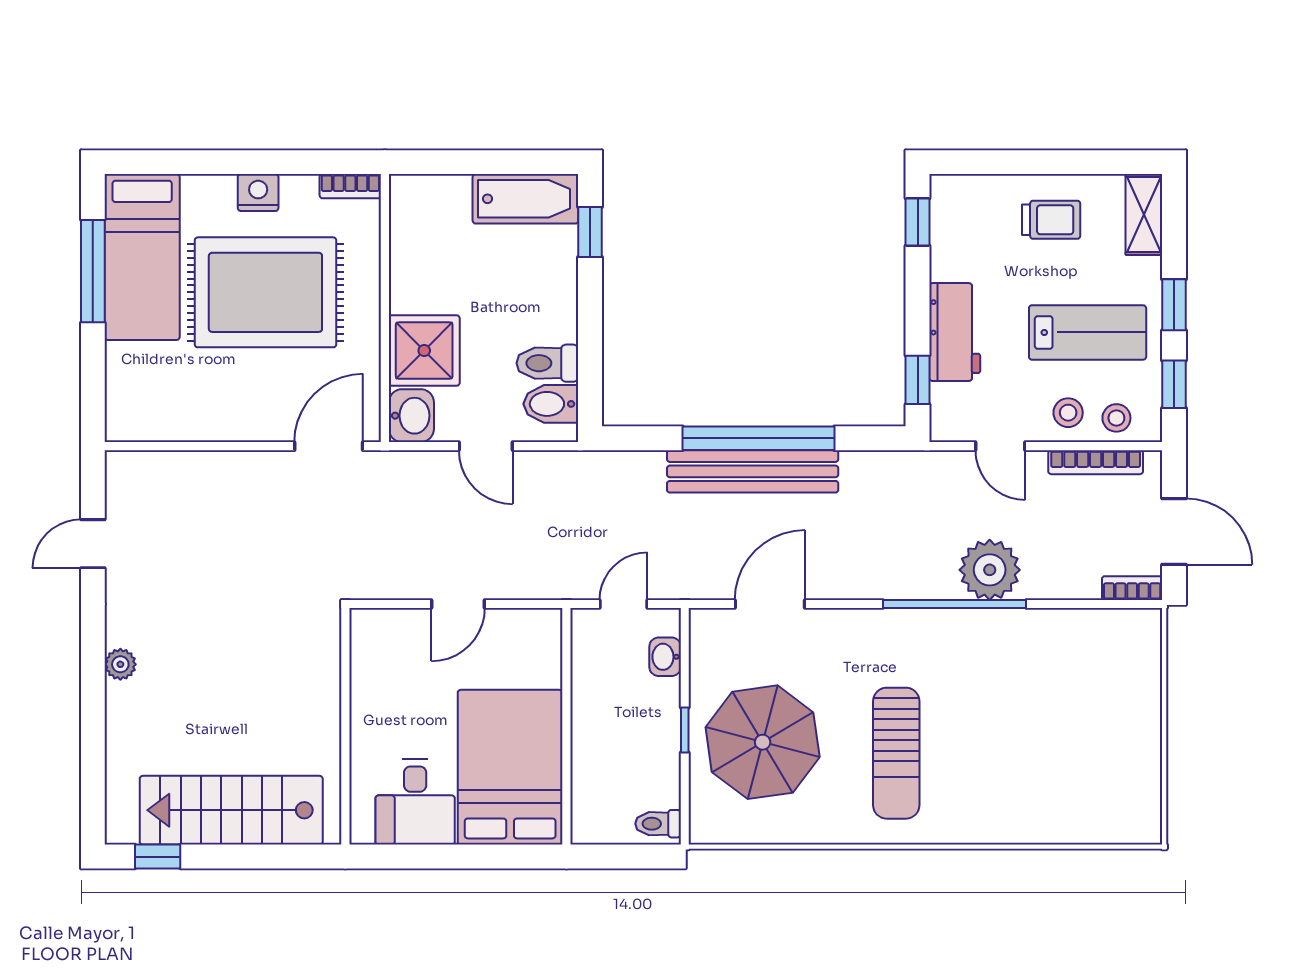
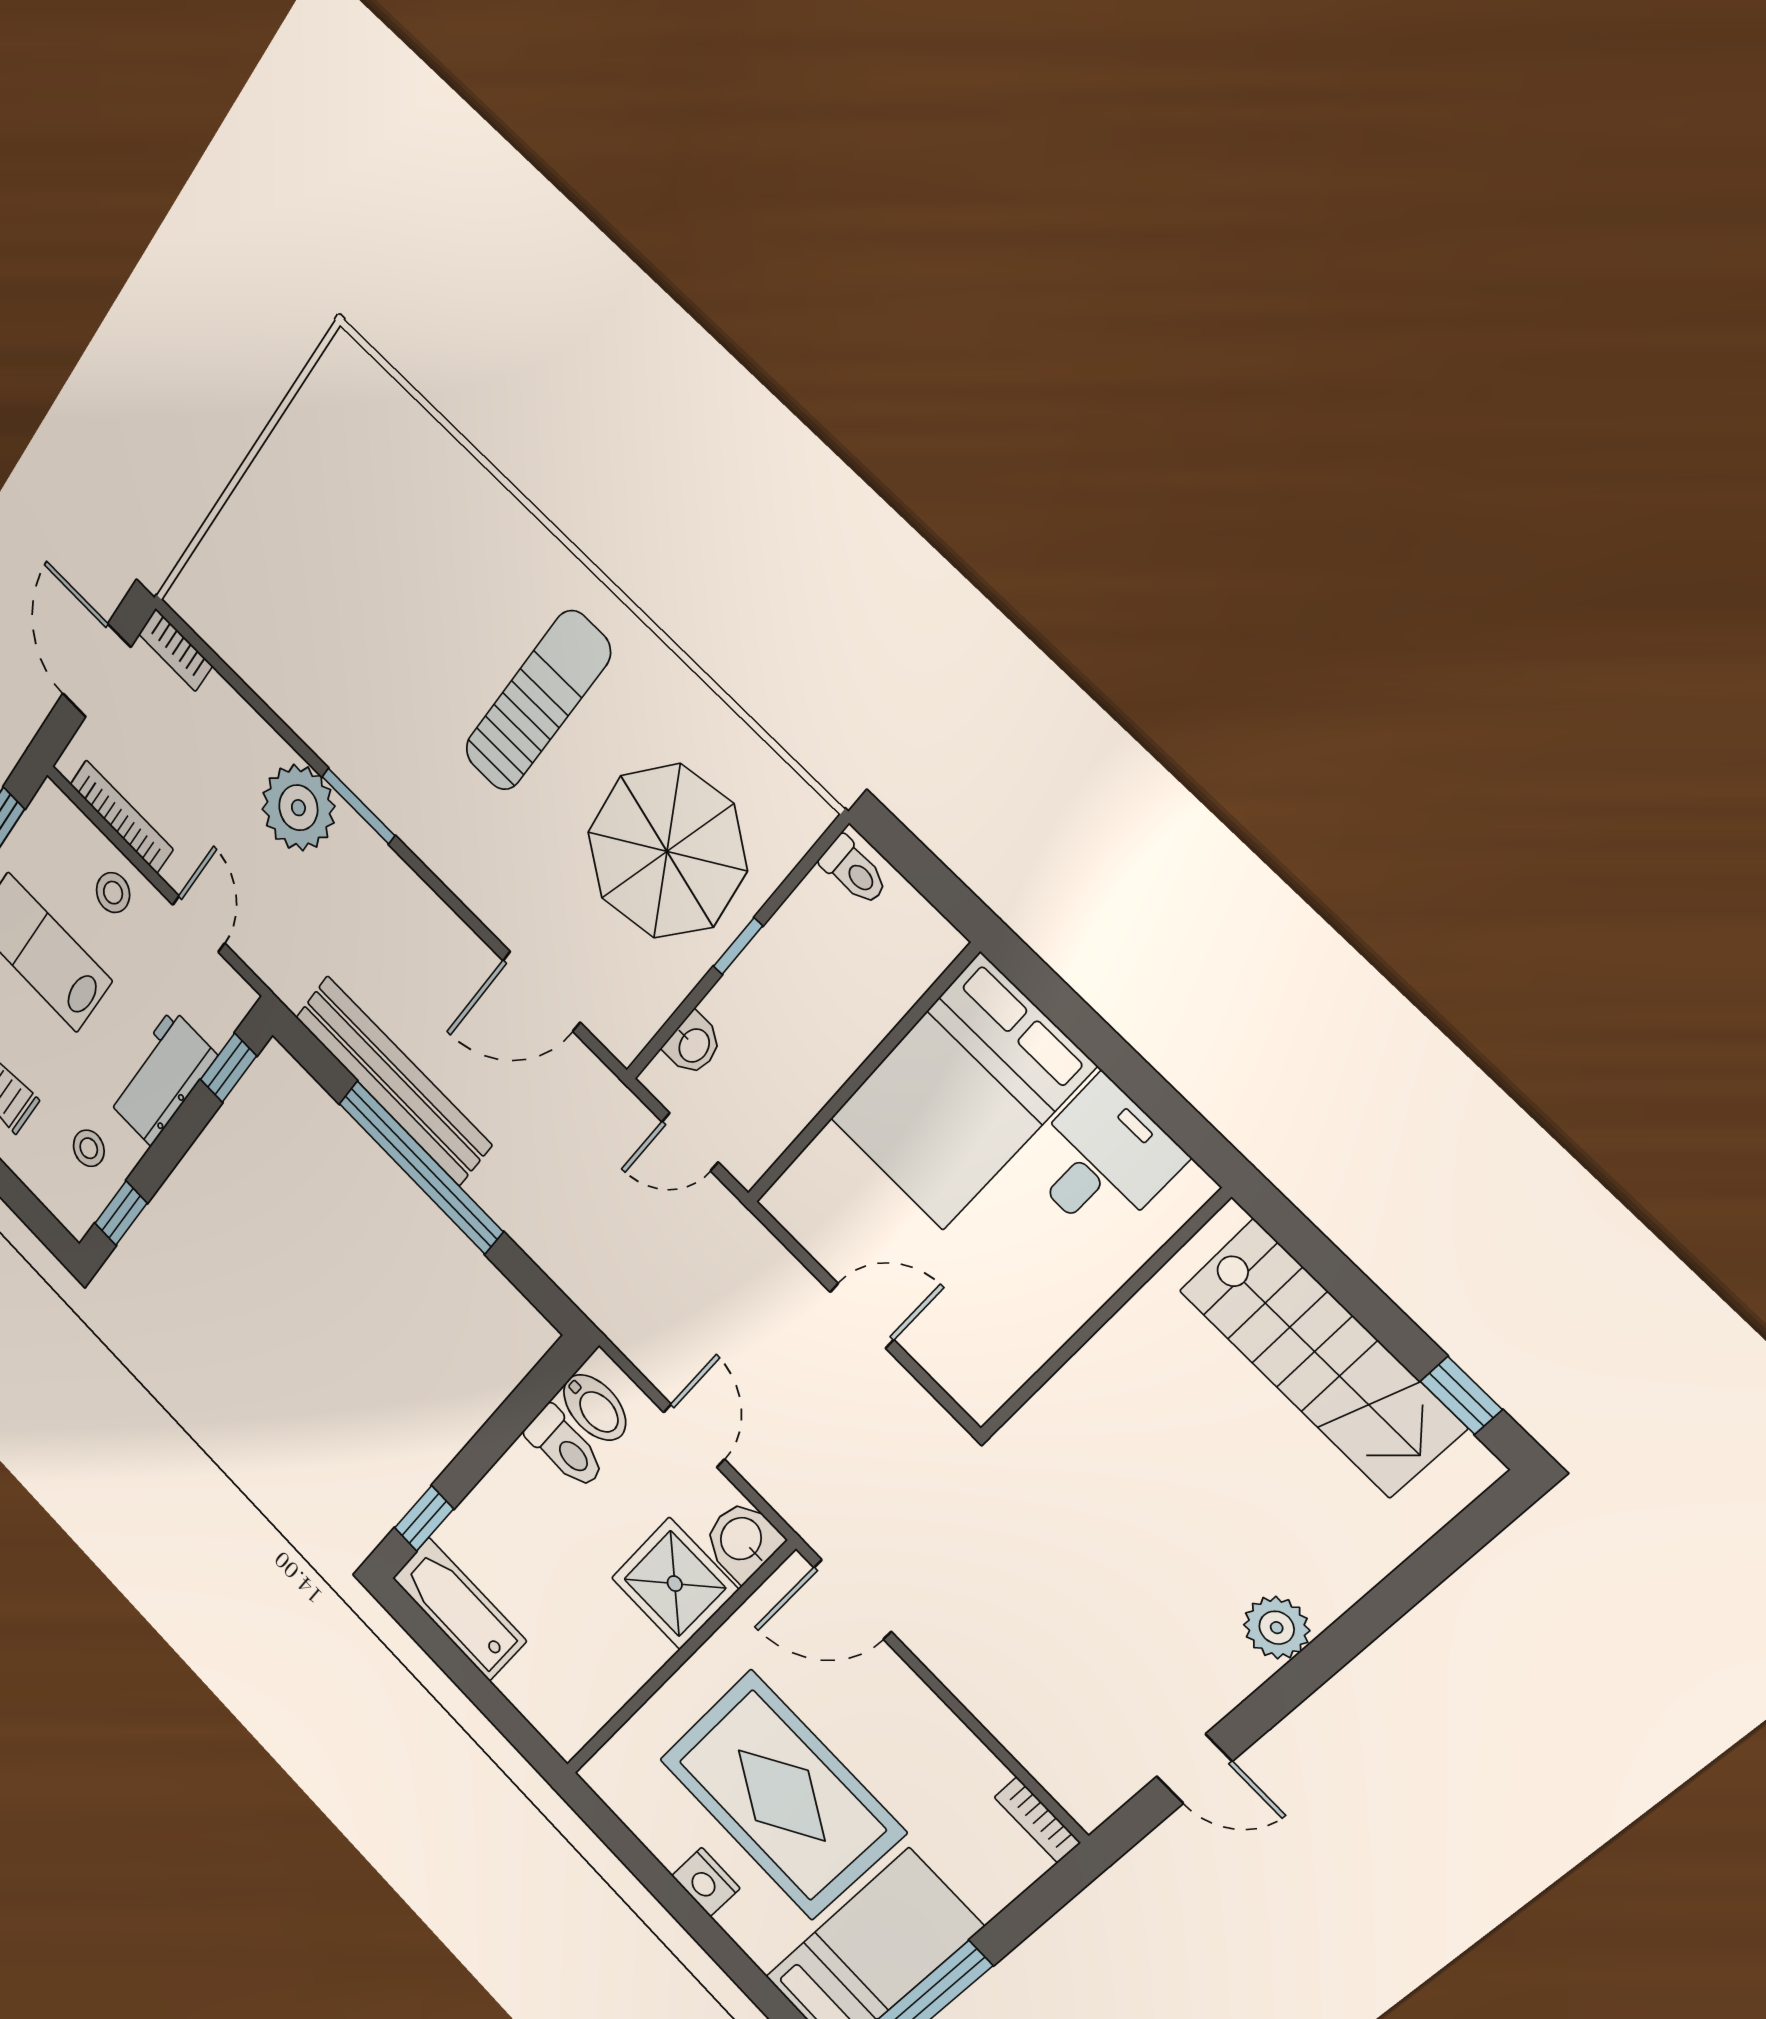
bookcase: (350, 186) -> (1037, 1820), moved, turned 180
stool: (1116, 418) -> (89, 1148), moved
bench: (753, 471) -> (393, 1081), moved
window: (955, 604) -> (358, 806), width x0.47
plant: (120, 664) -> (1277, 1628), width x1.38, depth x1.38

